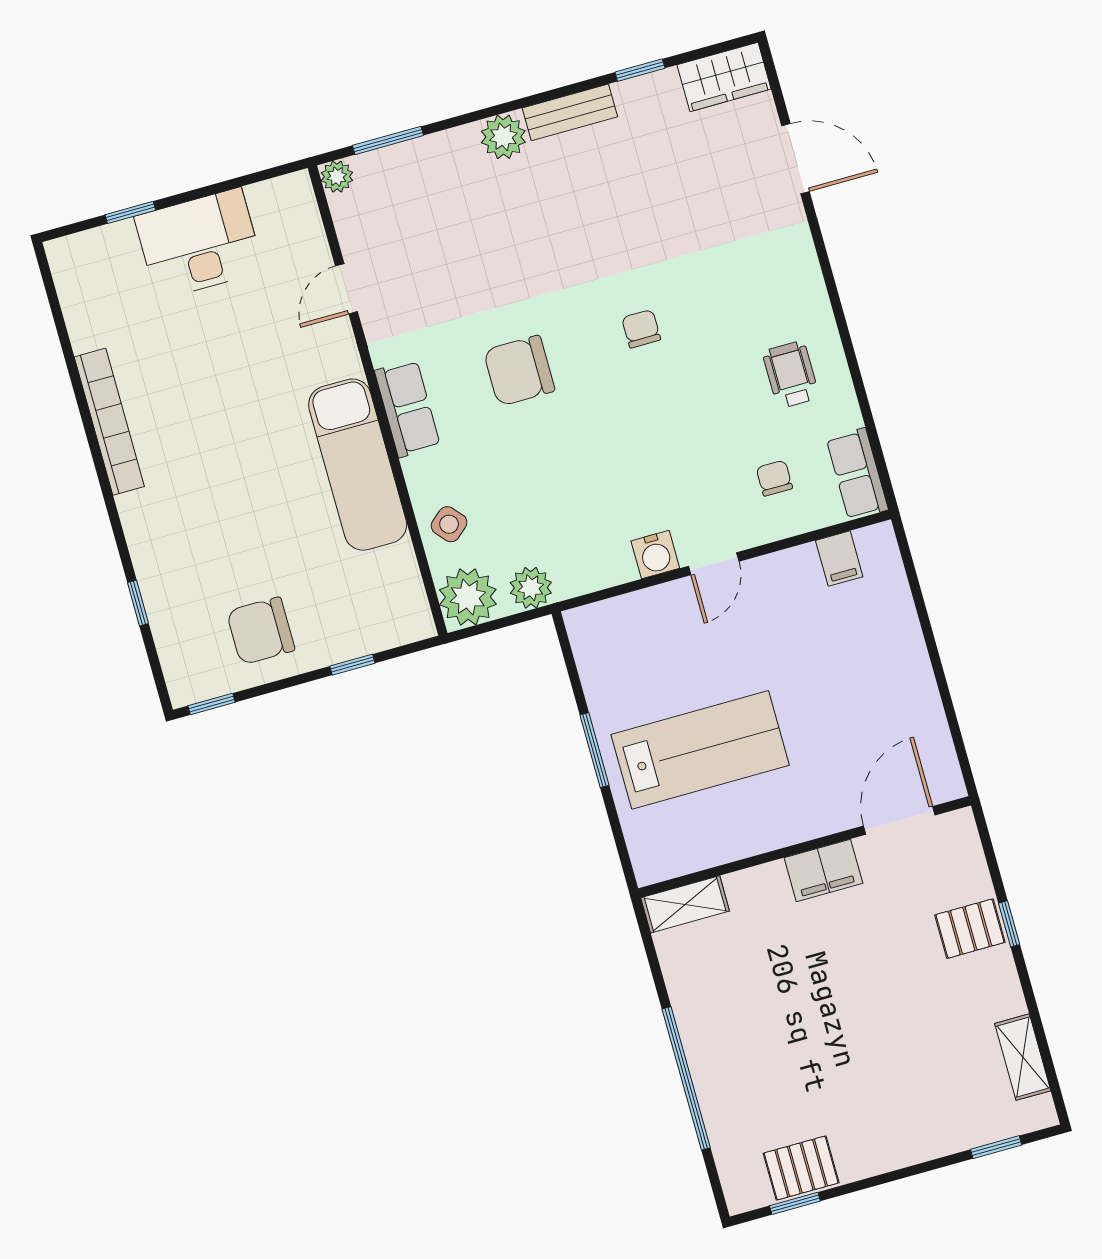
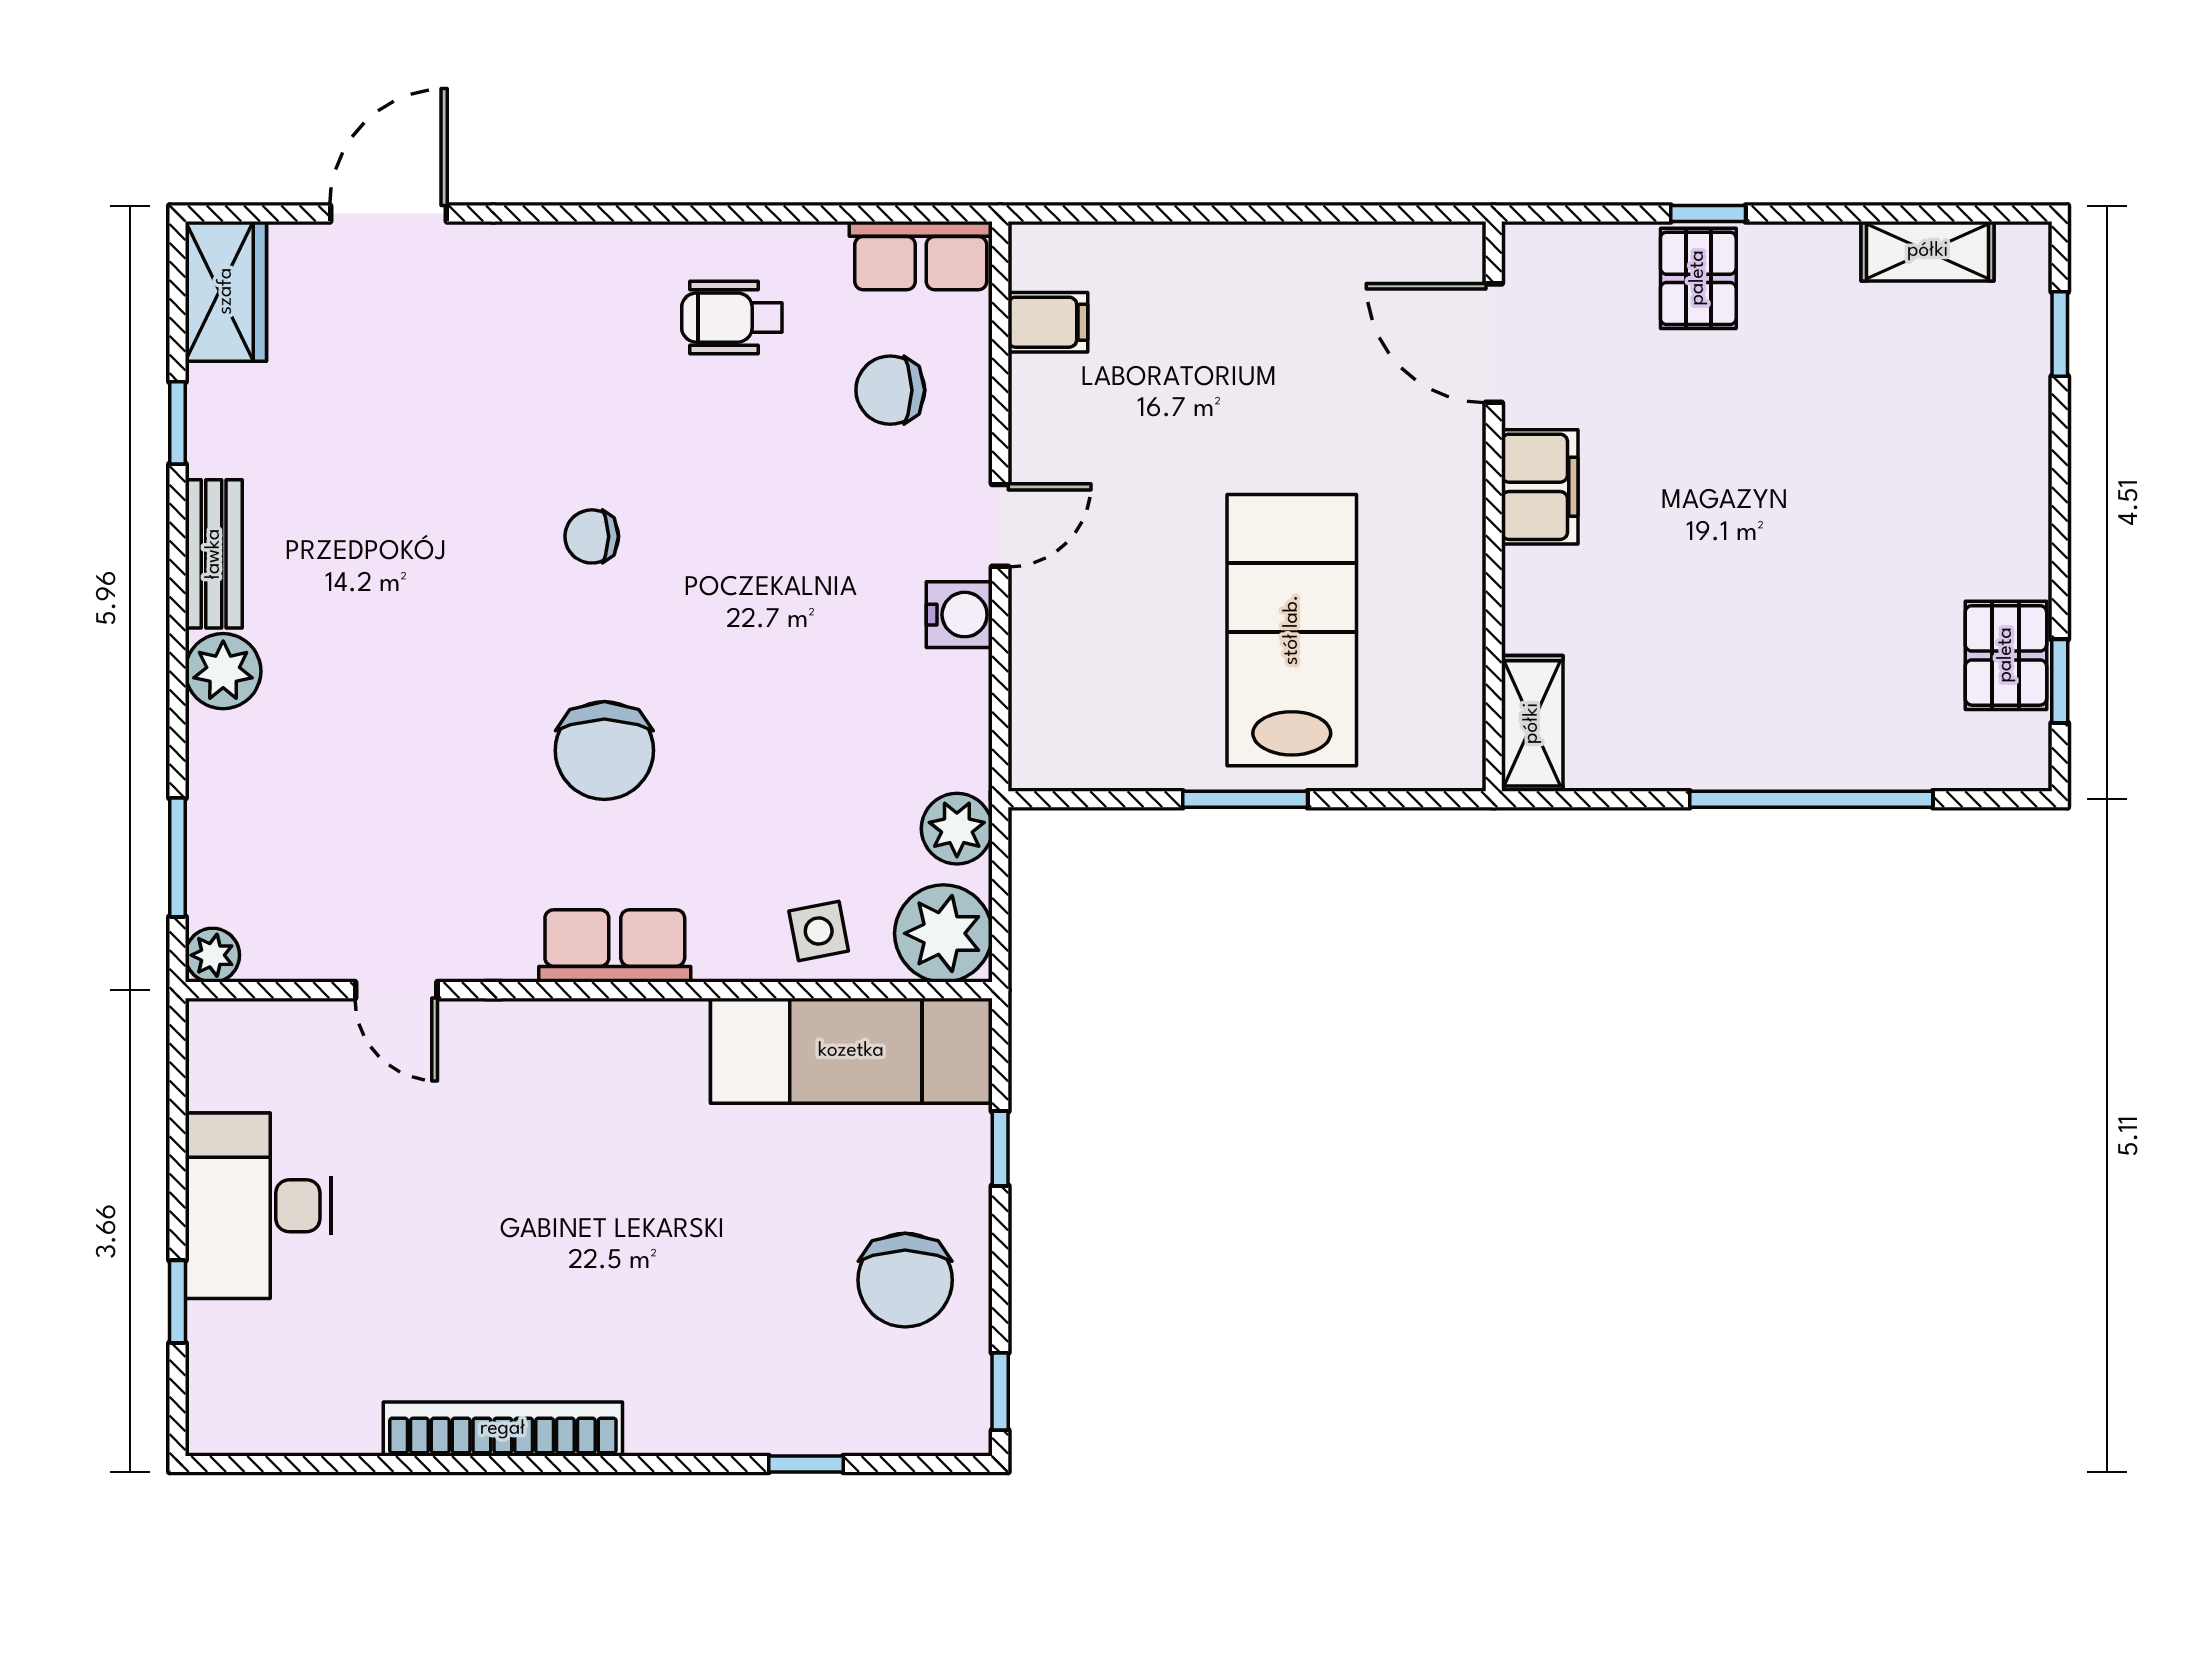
exam couch: (358, 465) -> (851, 1051), moved
chair: (774, 478) -> (890, 390), width x1.37, depth x1.37
side table: (449, 524) -> (819, 931), turned 30
door: (714, 564) -> (1000, 525), hinge flipped

